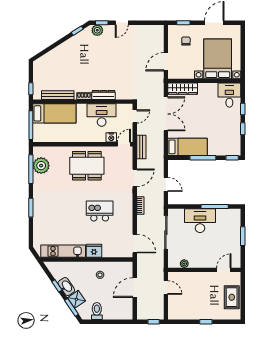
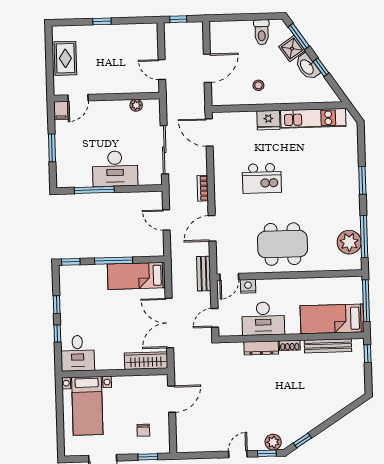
bed with nightstands: (218, 59) -> (87, 406), width x0.73
filing cabinet: (236, 262) -> (61, 111), added

